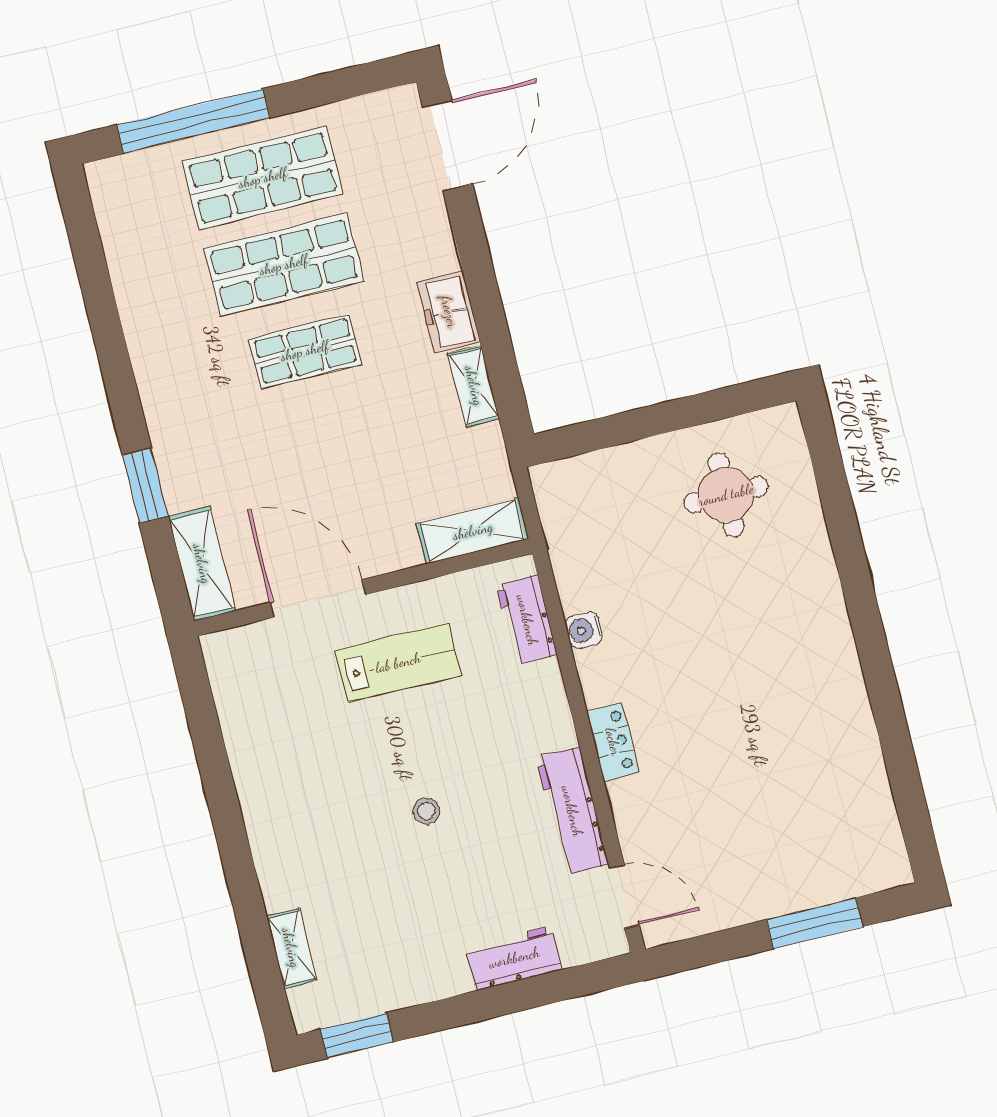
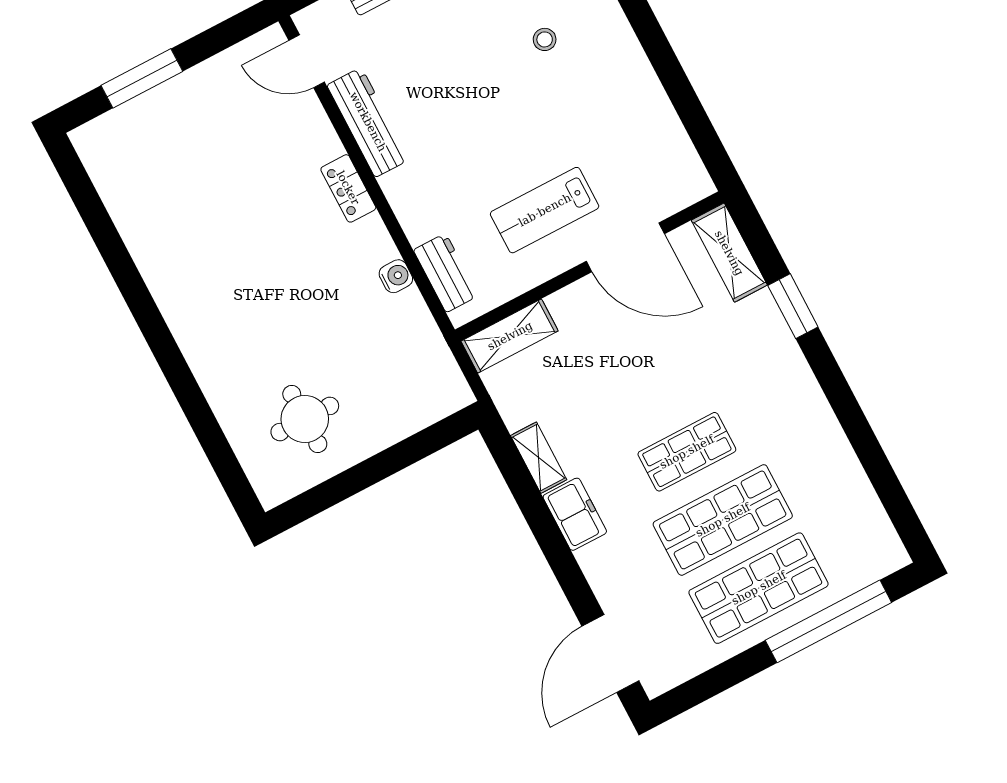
stool: (426, 811) -> (545, 39), moved

